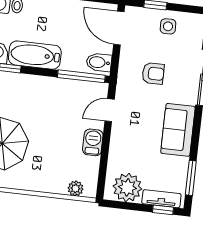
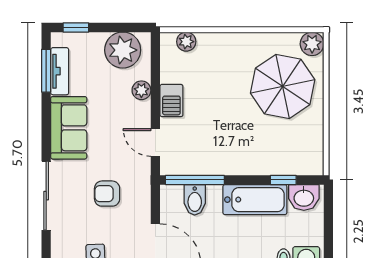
bidet: (99, 62) -> (195, 200), moved, turned 90
door: (110, 110) -> (155, 142), swing flipped
plant: (116, 153) -> (141, 90), added
tv unit: (161, 199) -> (60, 71), moved, turned -90

